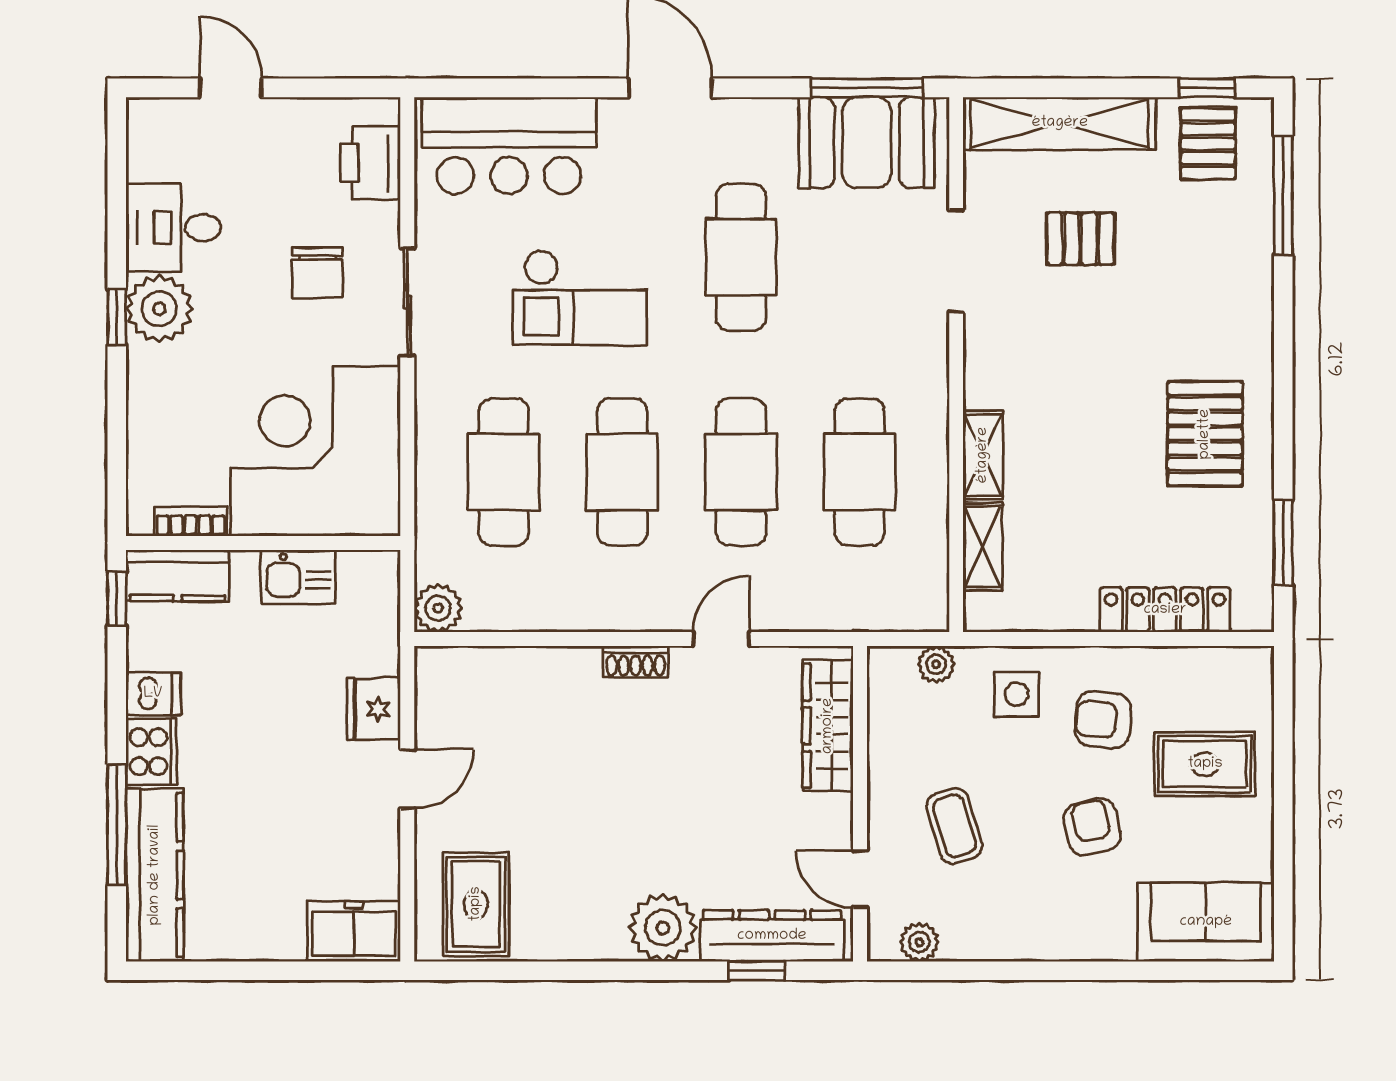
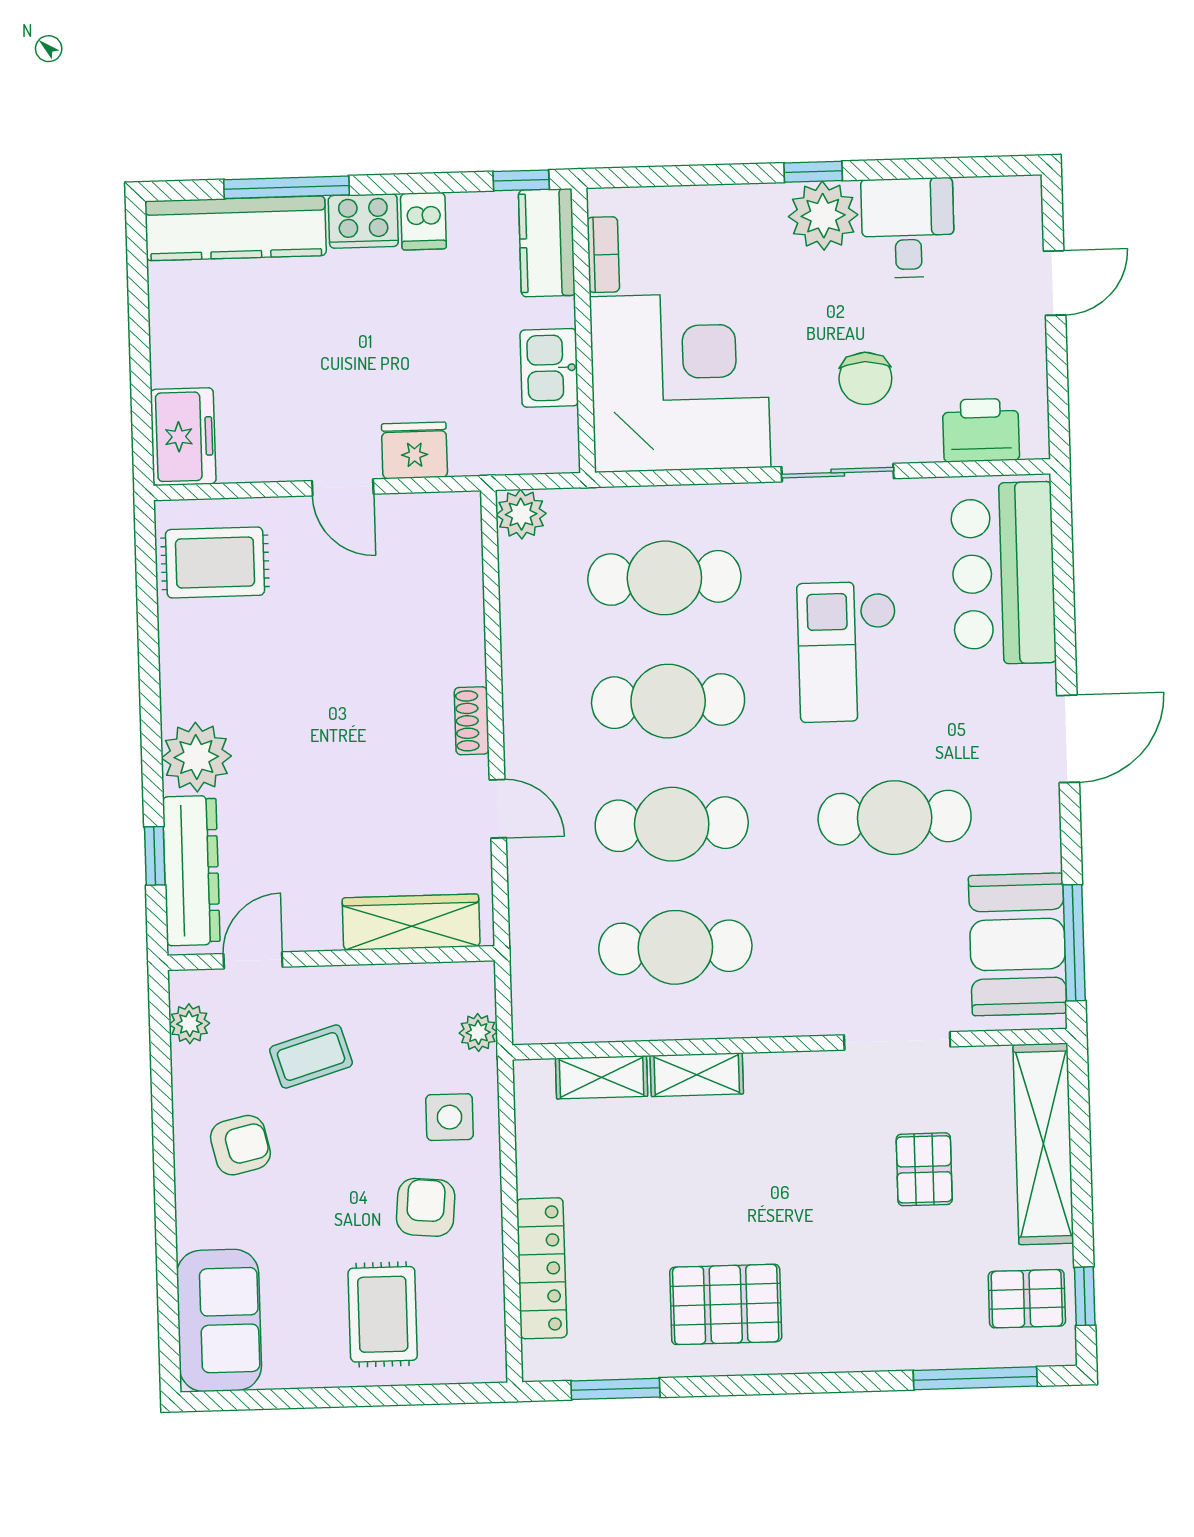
chair: (317, 273) -> (865, 378), turned -90
armchair: (1092, 827) -> (240, 1145), moved

